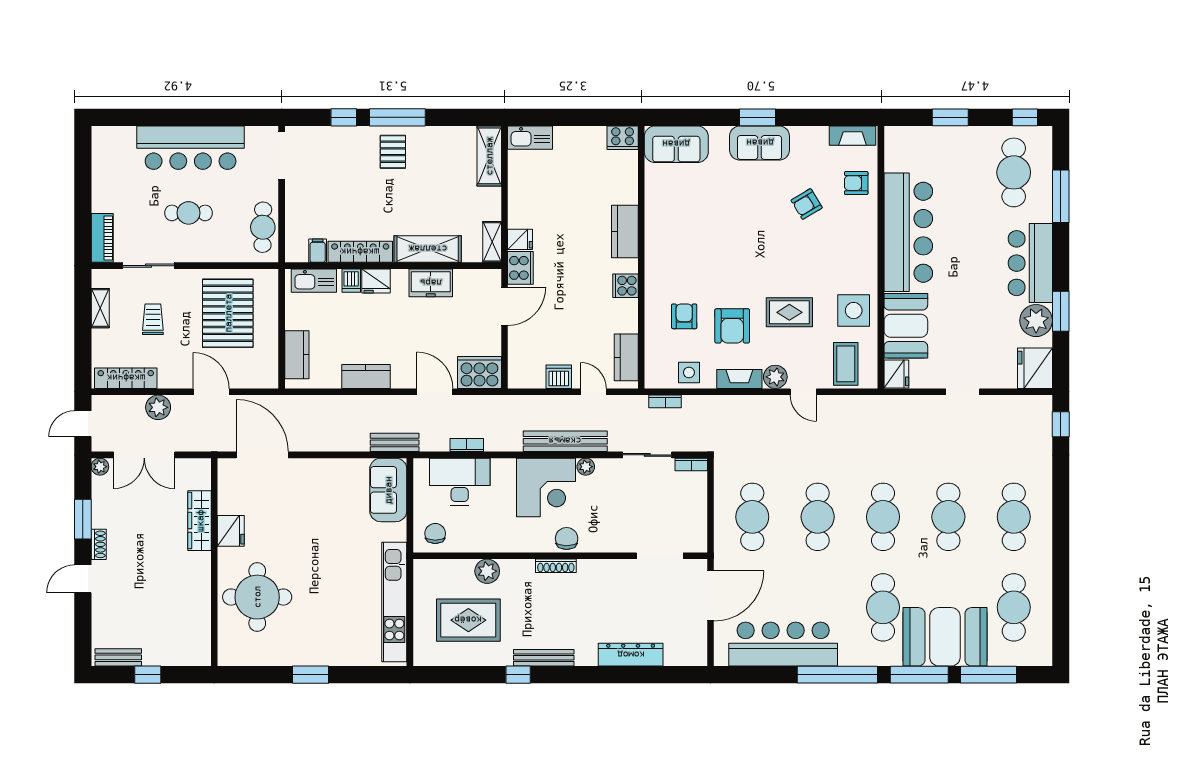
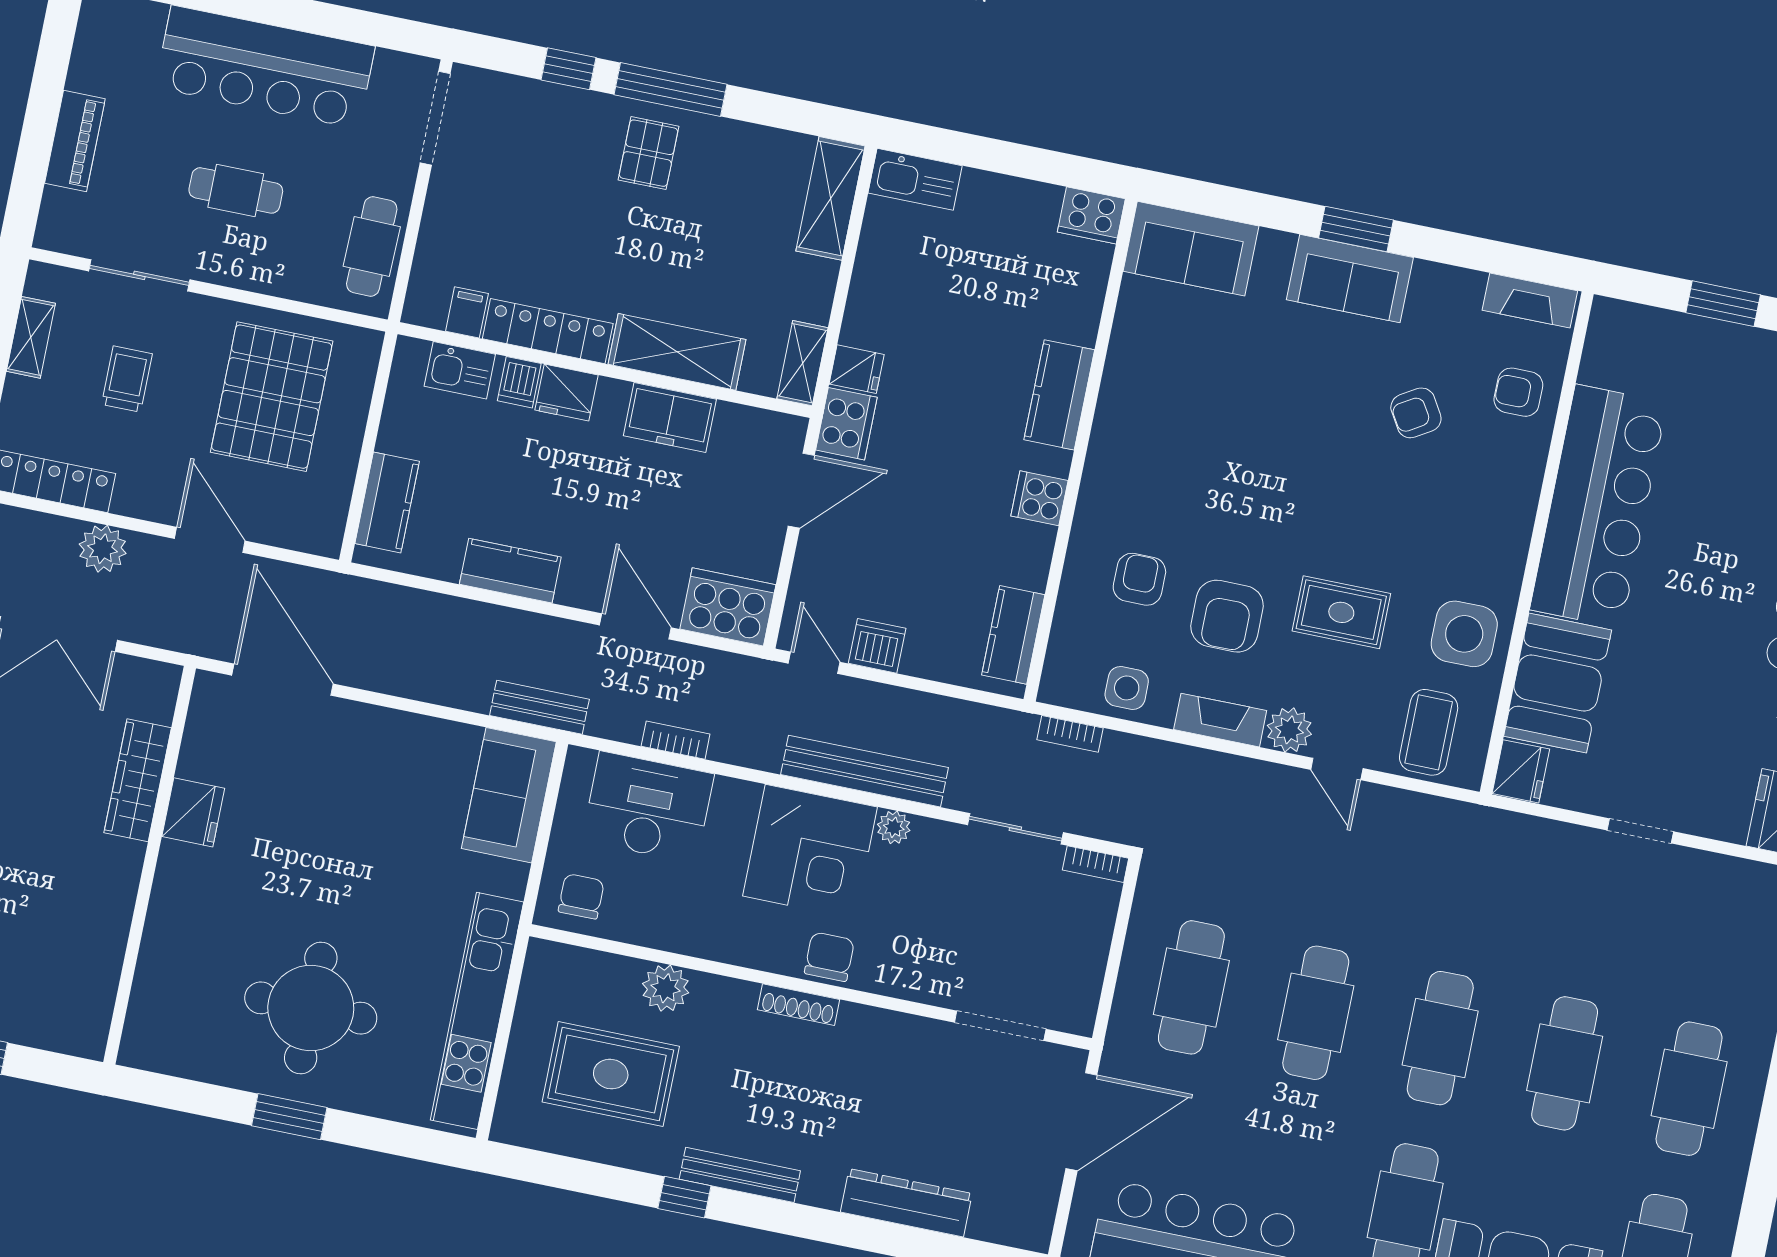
piano: (102, 238) -> (75, 141), moved
kitchen sink: (314, 281) -> (460, 370), width x0.73
door: (593, 392) -> (814, 663), moved
round table: (257, 597) -> (311, 1008), moved

